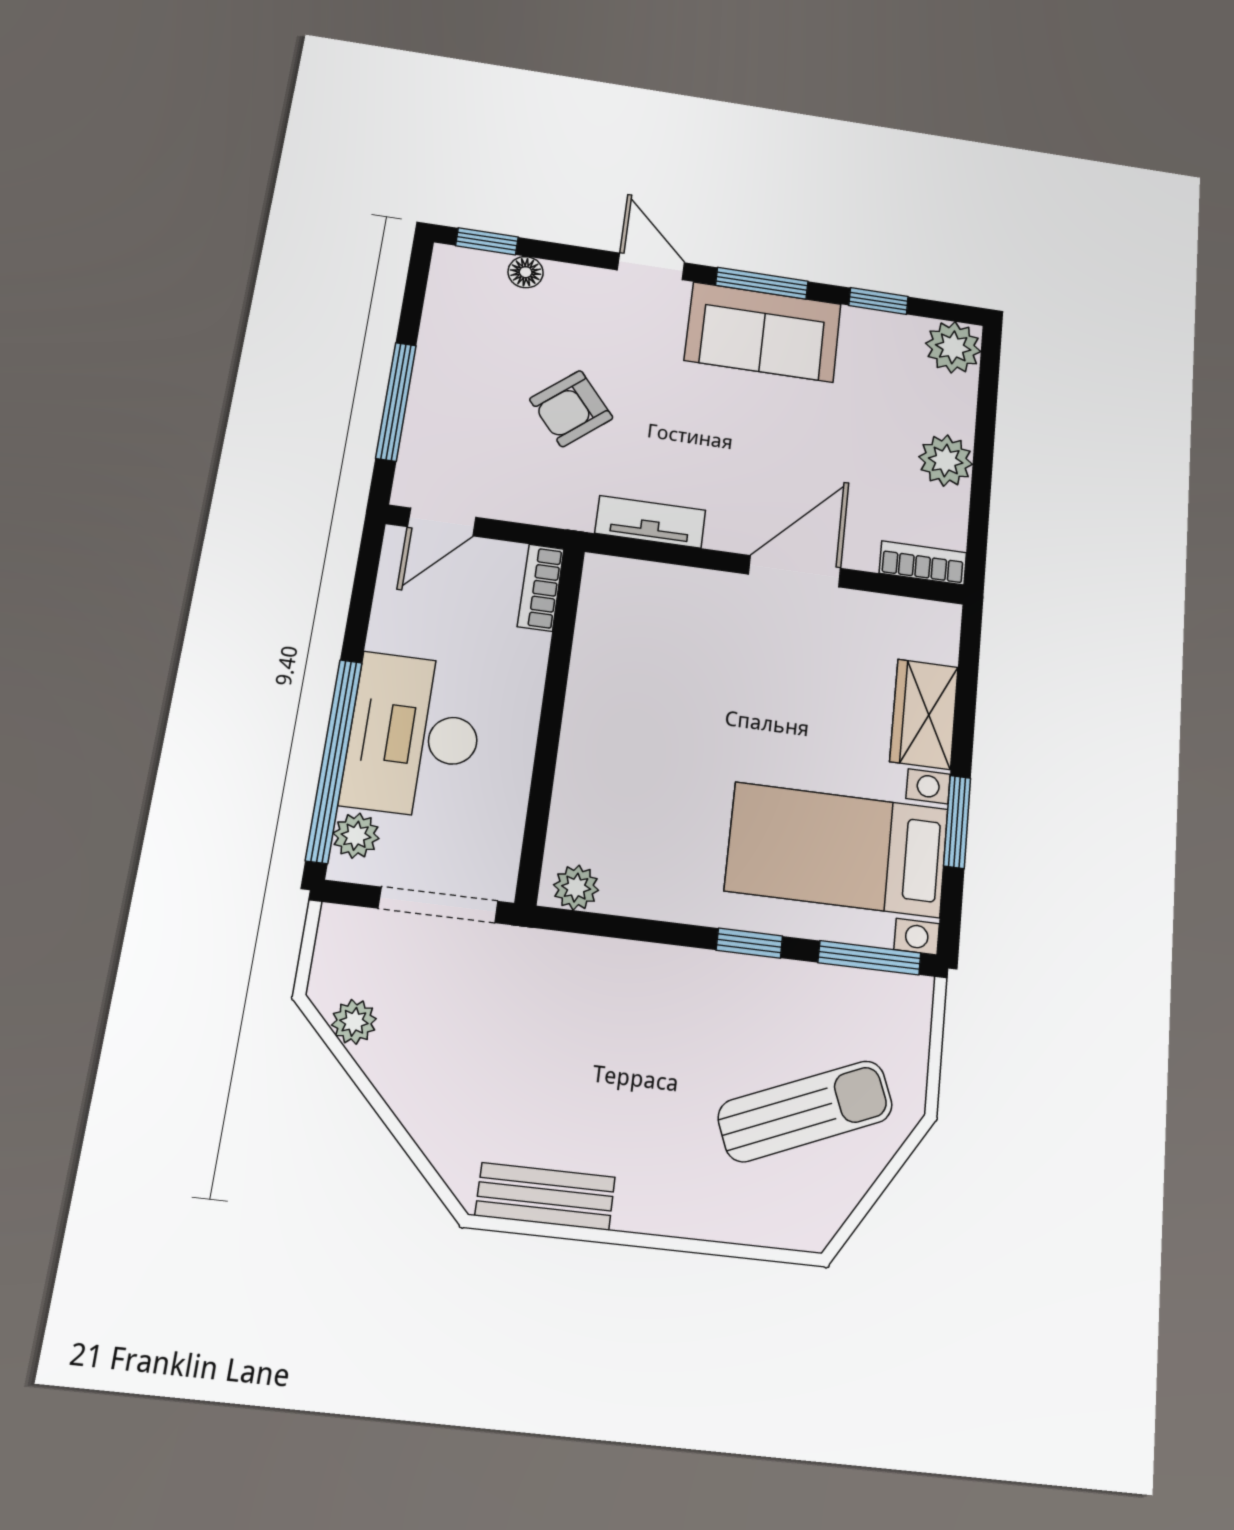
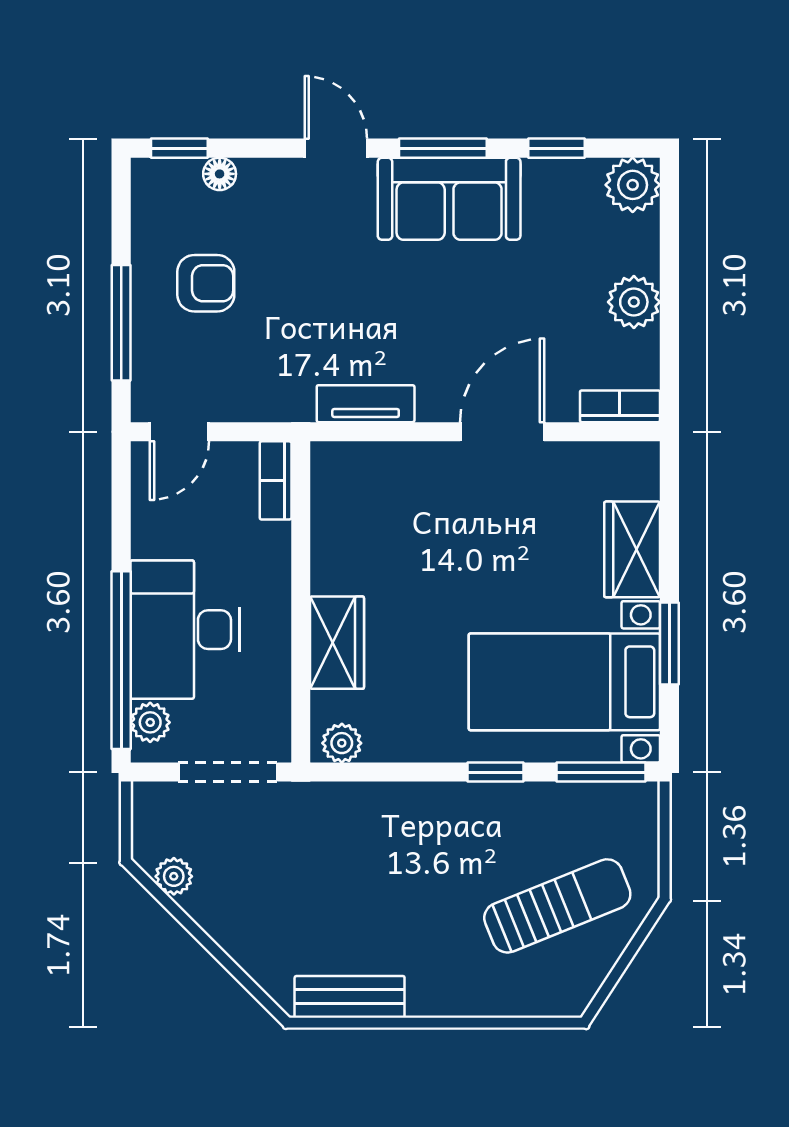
armchair: (571, 409) -> (206, 283), moved, turned -140
wardrobe: (586, 773) -> (337, 643), added

